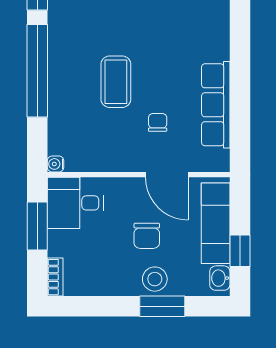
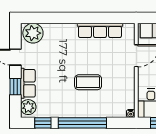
chair: (158, 122) -> (109, 61), removed

